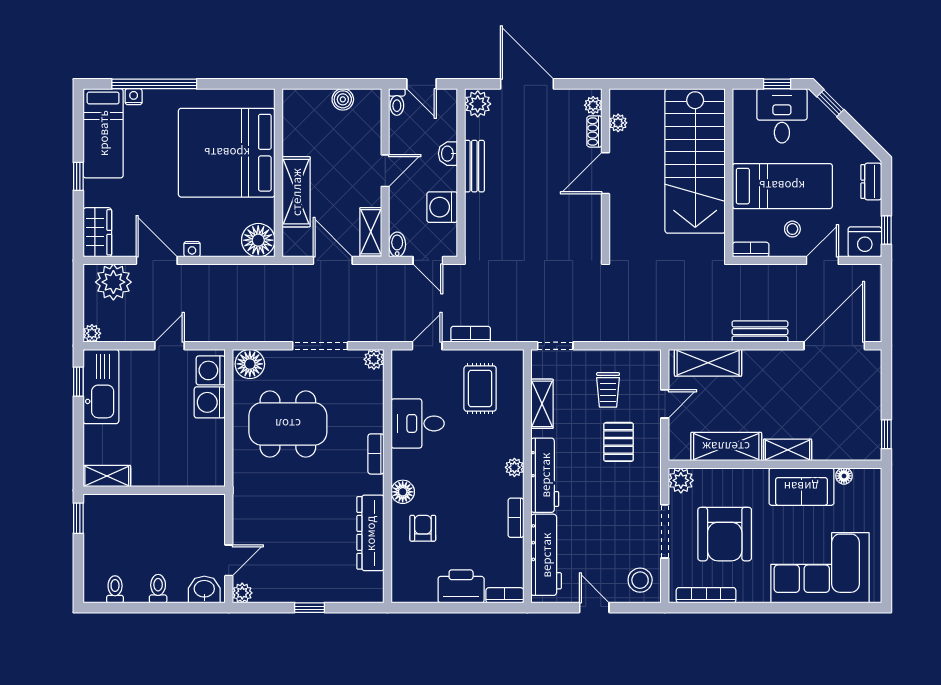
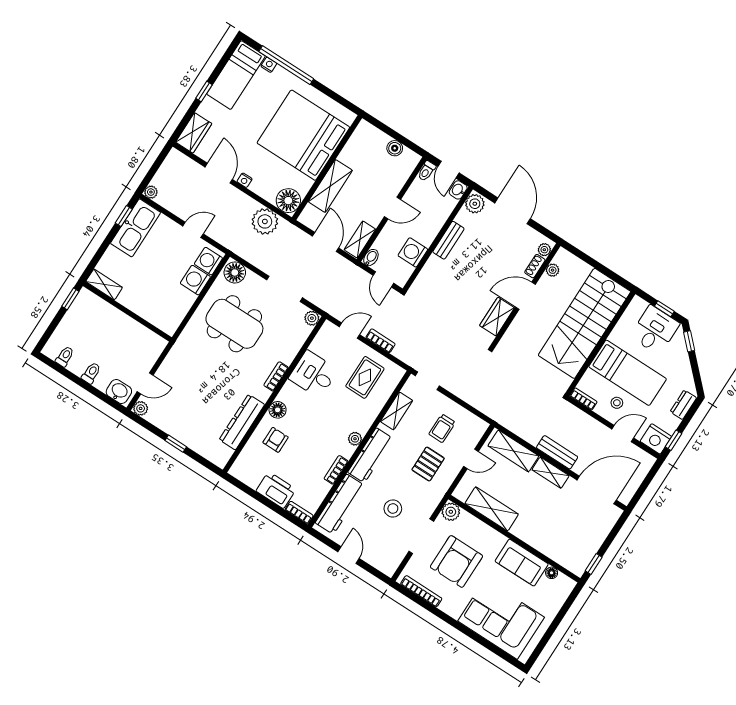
washbasin: (448, 154) -> (458, 190), moved
wardrobe: (588, 219) -> (497, 317), added
plant: (113, 282) -> (265, 221), moved
shelving: (788, 450) -> (551, 473), moved
stool: (640, 580) -> (393, 508), moved

